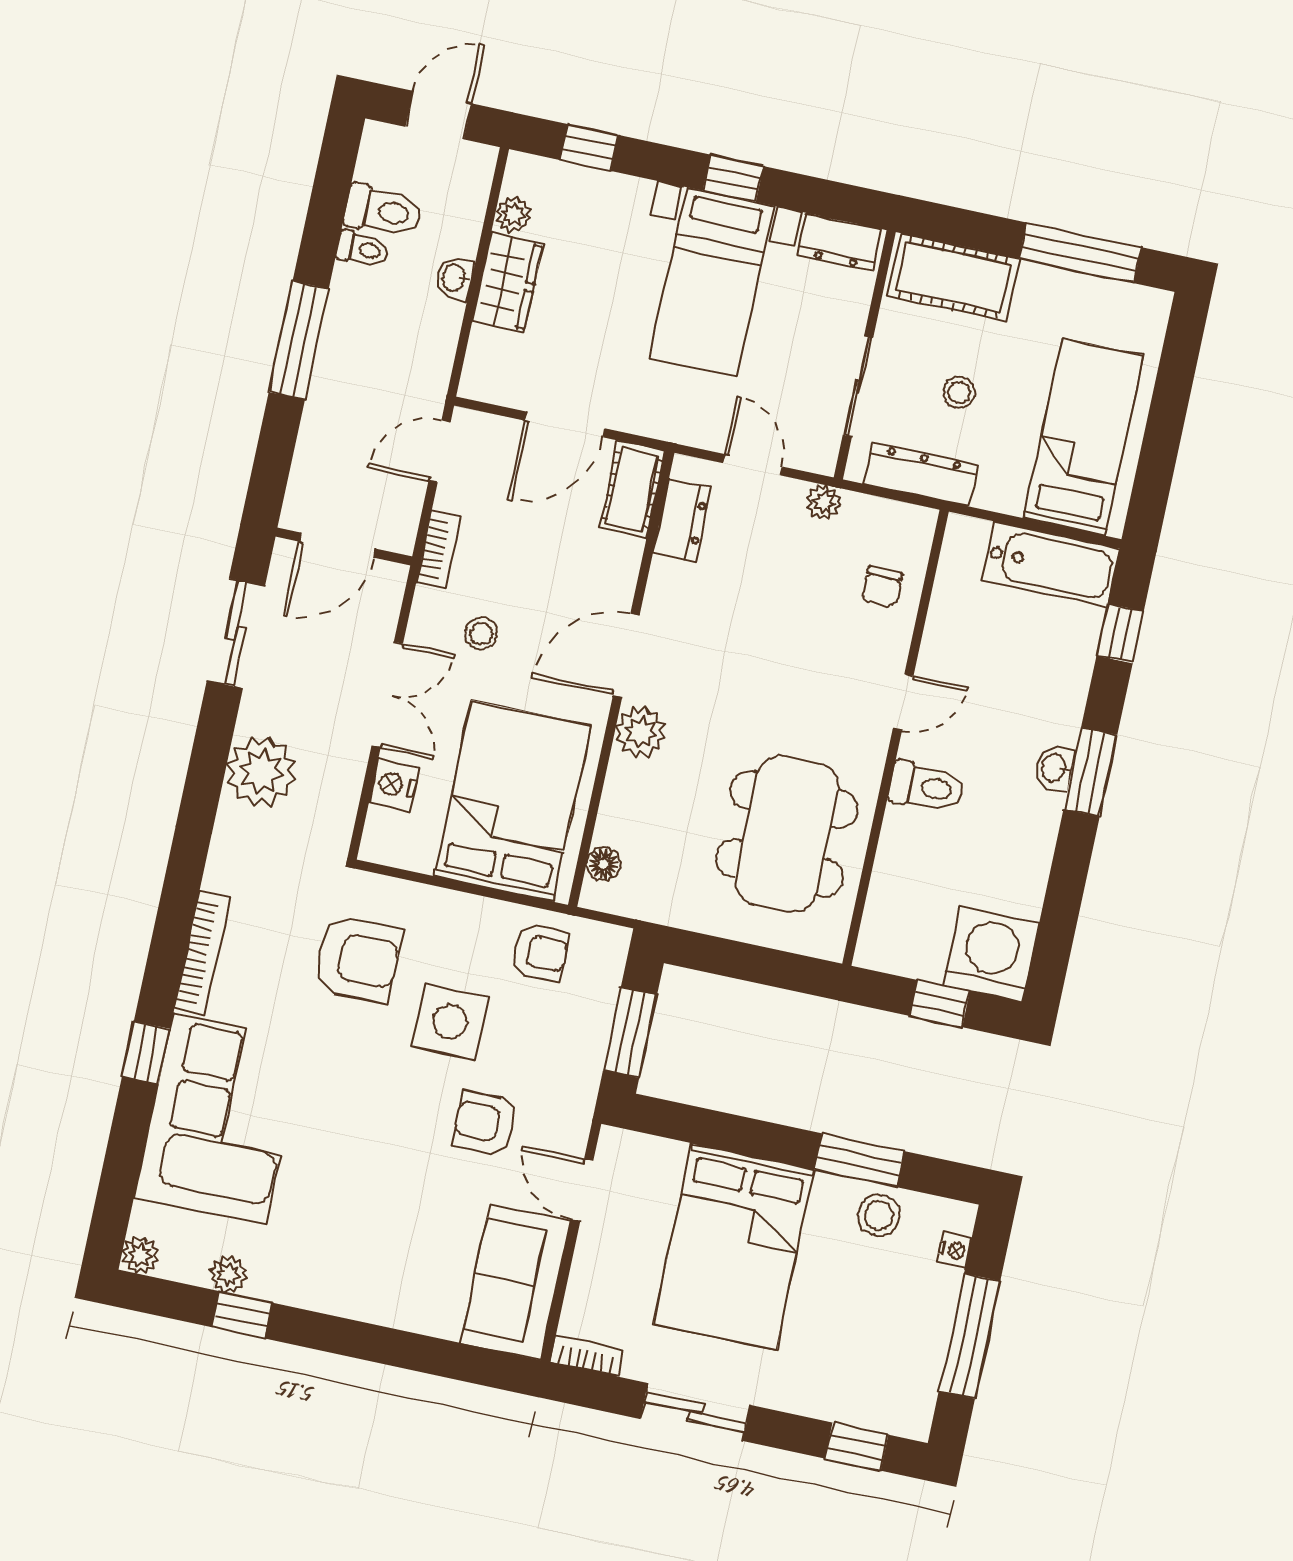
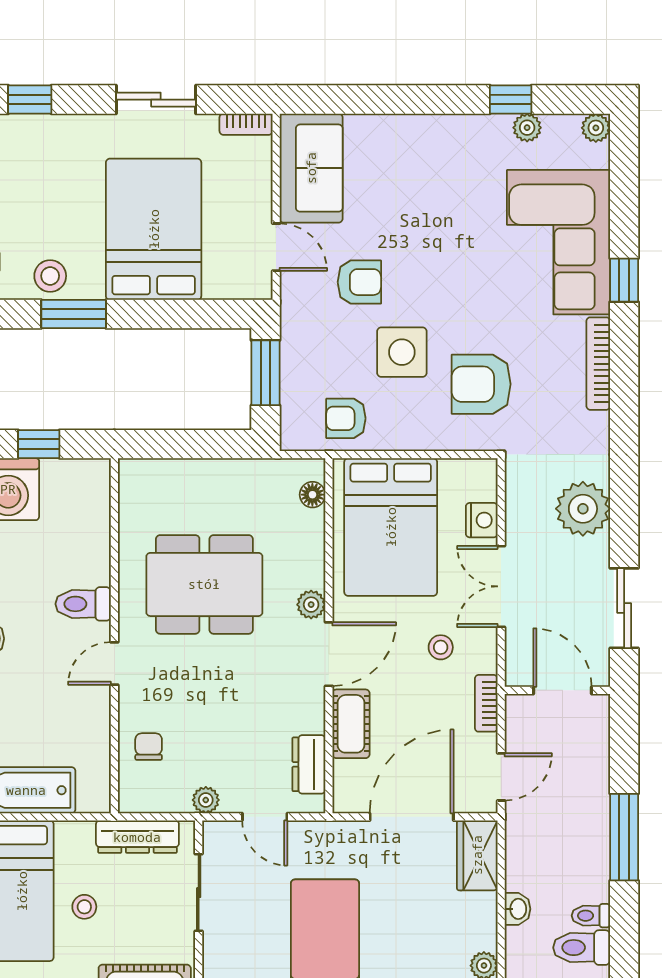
wardrobe: (508, 282) -> (477, 855), moved
stool: (959, 392) -> (84, 907), moved
door: (565, 425) -> (412, 817), width x1.36
cot: (632, 490) -> (351, 724), moved
door: (337, 545) -> (562, 690), hinge flipped
plant: (641, 732) -> (311, 605), width x0.73, depth x0.73
dining table: (787, 834) -> (204, 584), moved, turned 90

